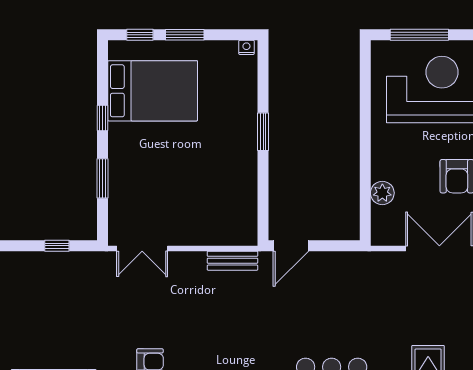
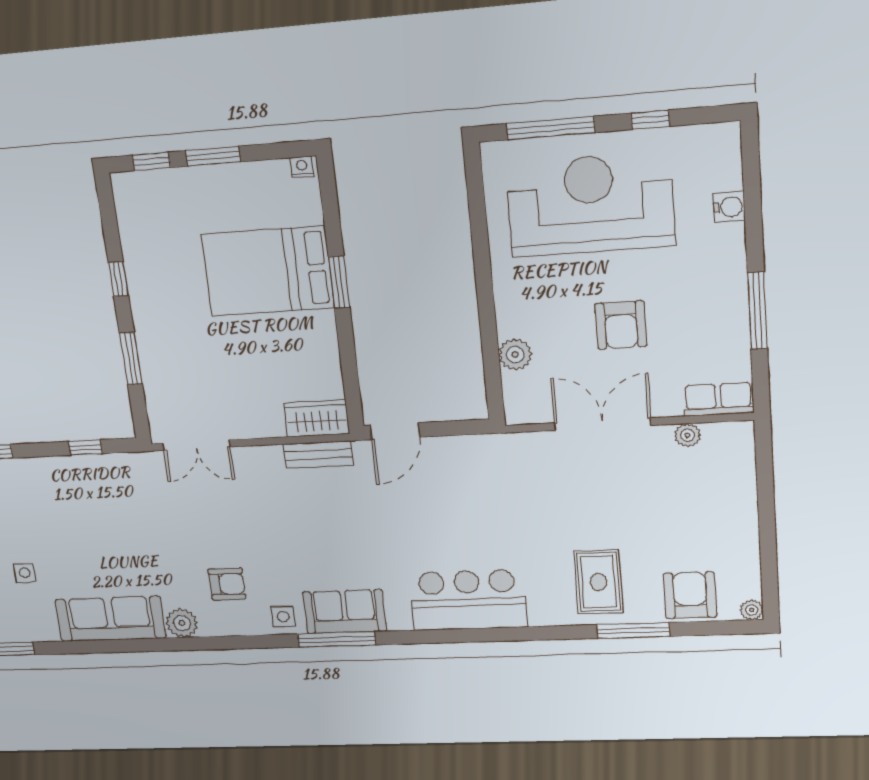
bed: (153, 91) -> (268, 271), moved, turned 180
wardrobe: (235, 233) -> (317, 418), added

